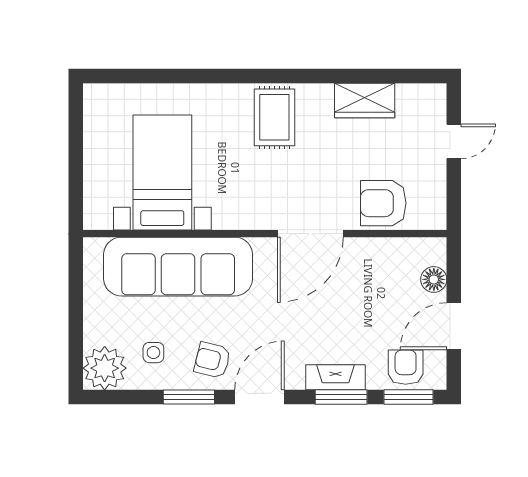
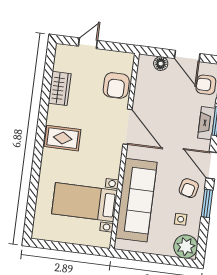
door: (454, 141) -> (88, 43), hinge flipped

